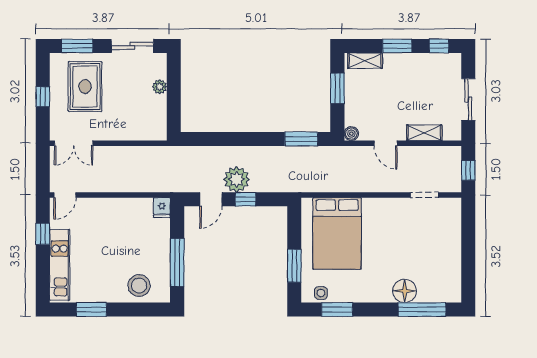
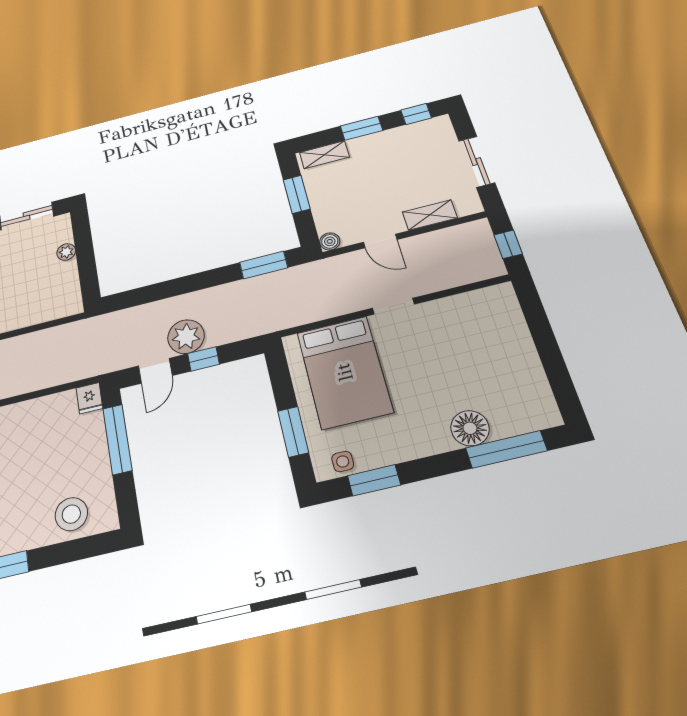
doorway: (424, 195) -> (393, 306), moved
window: (177, 262) -> (117, 439), moved

